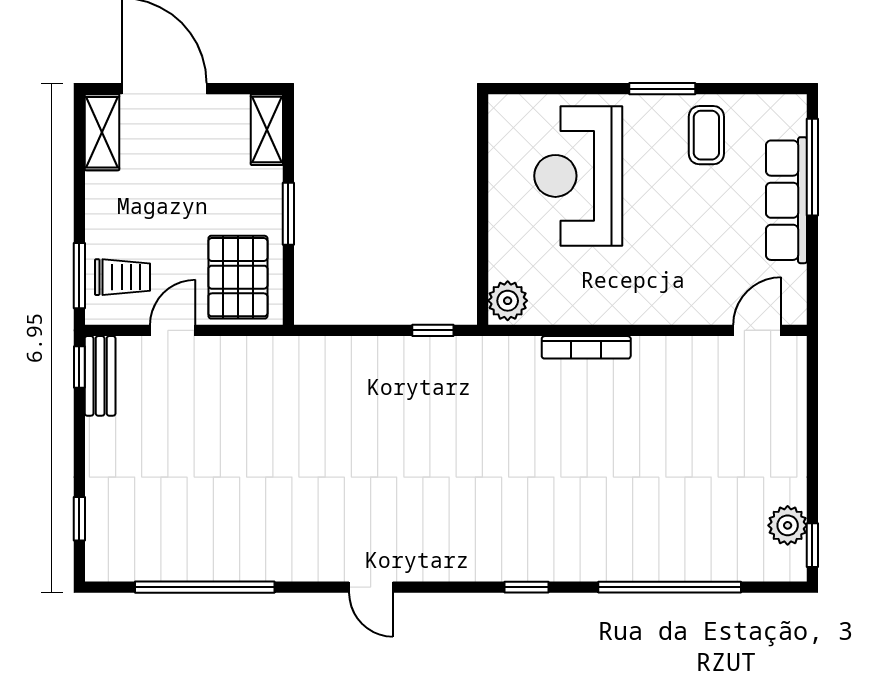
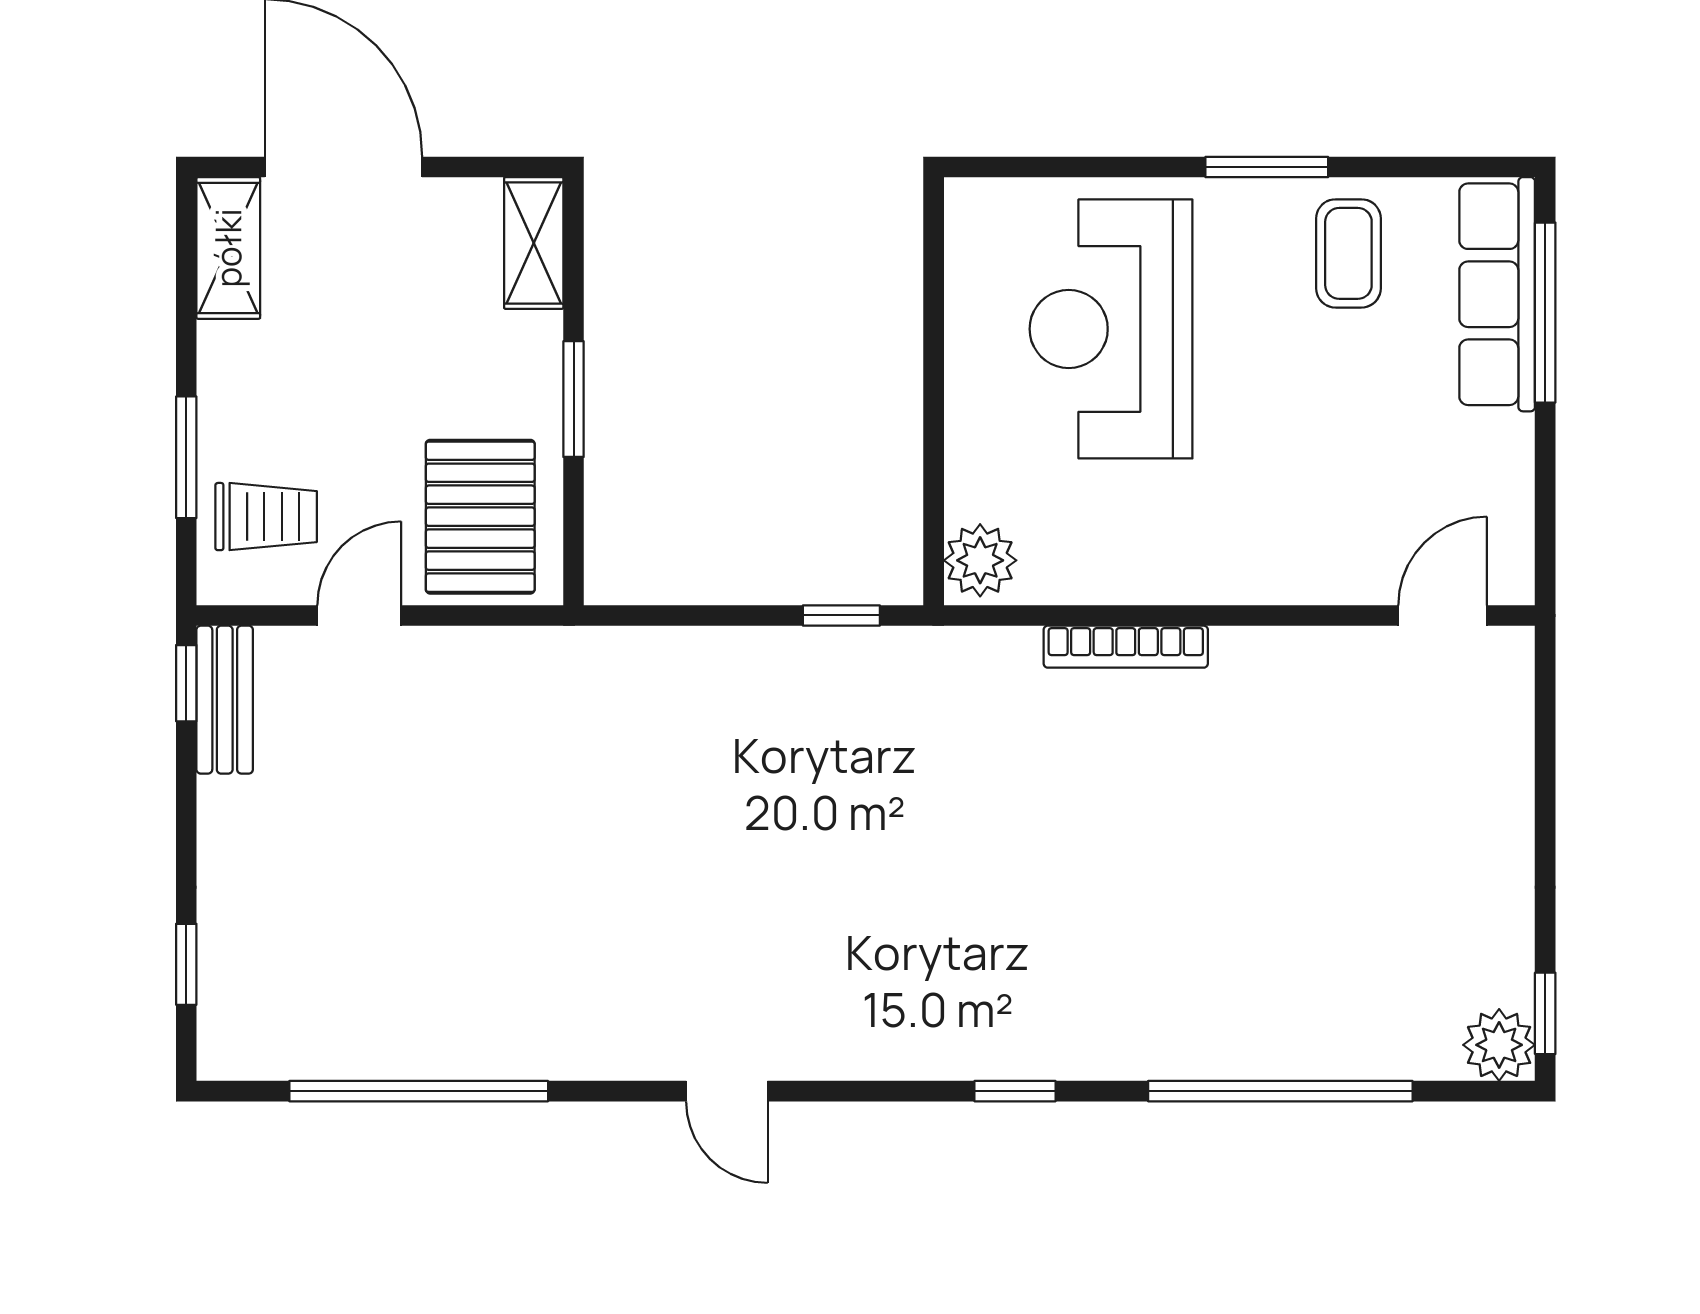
row of seats: (787, 200) -> (1497, 294), moved
window: (79, 276) -> (186, 457), moved
plant: (788, 525) -> (1499, 1045), moved

